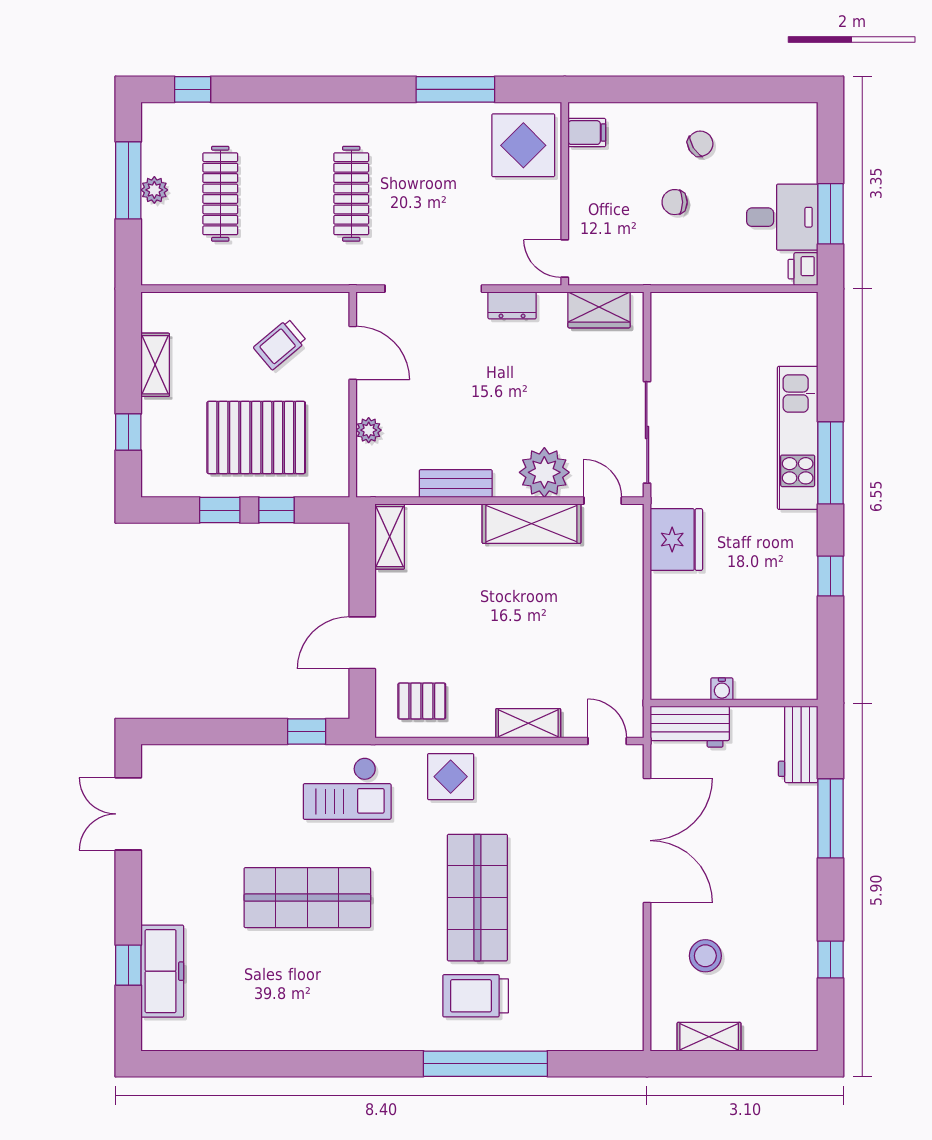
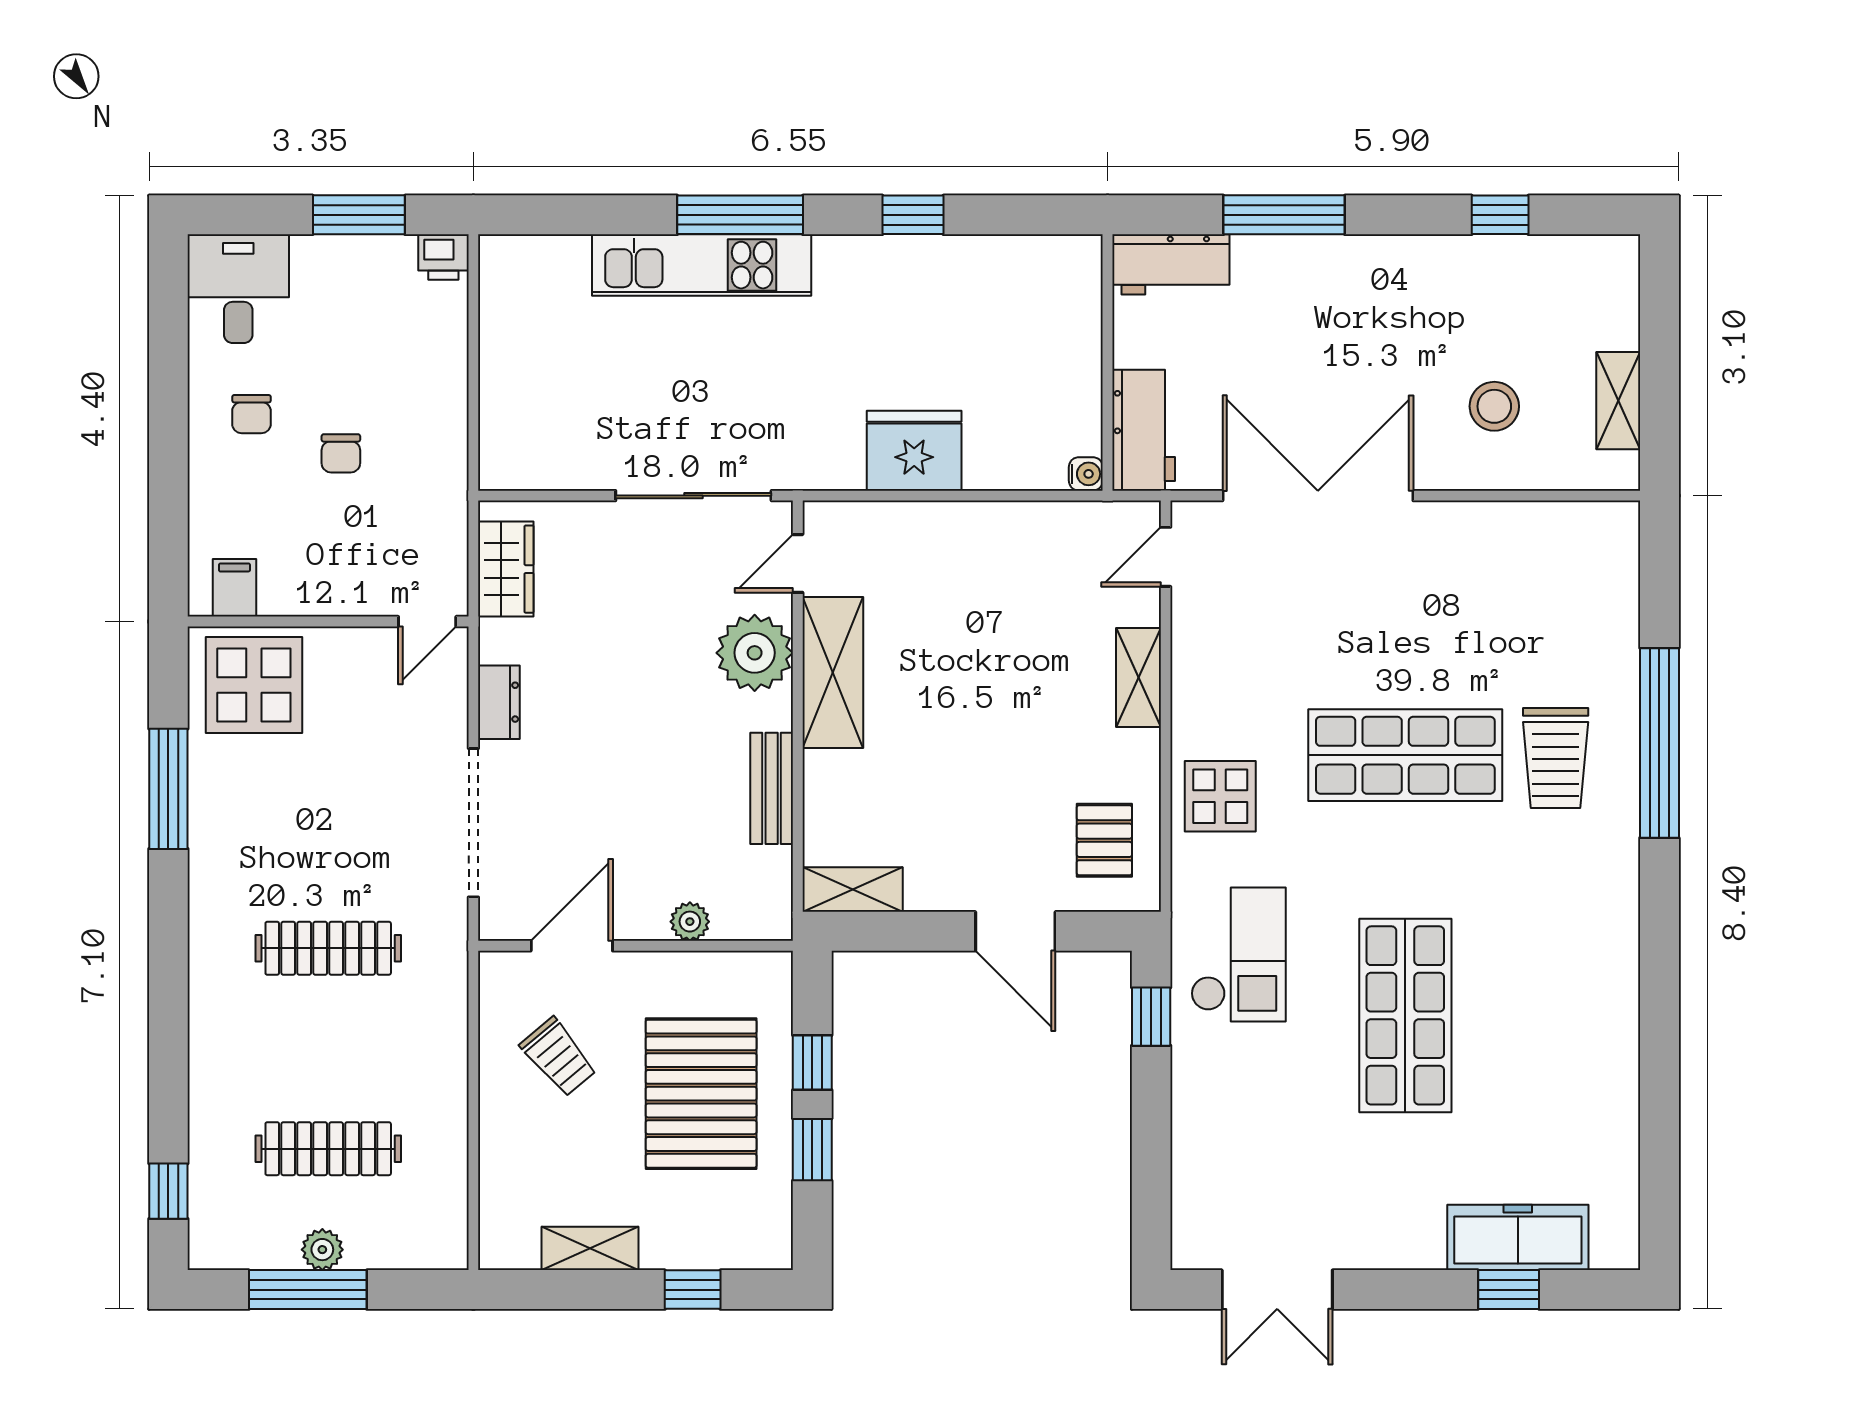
chair: (700, 144) -> (251, 414), turned -148
desk: (782, 217) -> (238, 289), moved
fridge: (676, 540) -> (914, 451), moved
water cooler: (722, 689) -> (1086, 474), moved

